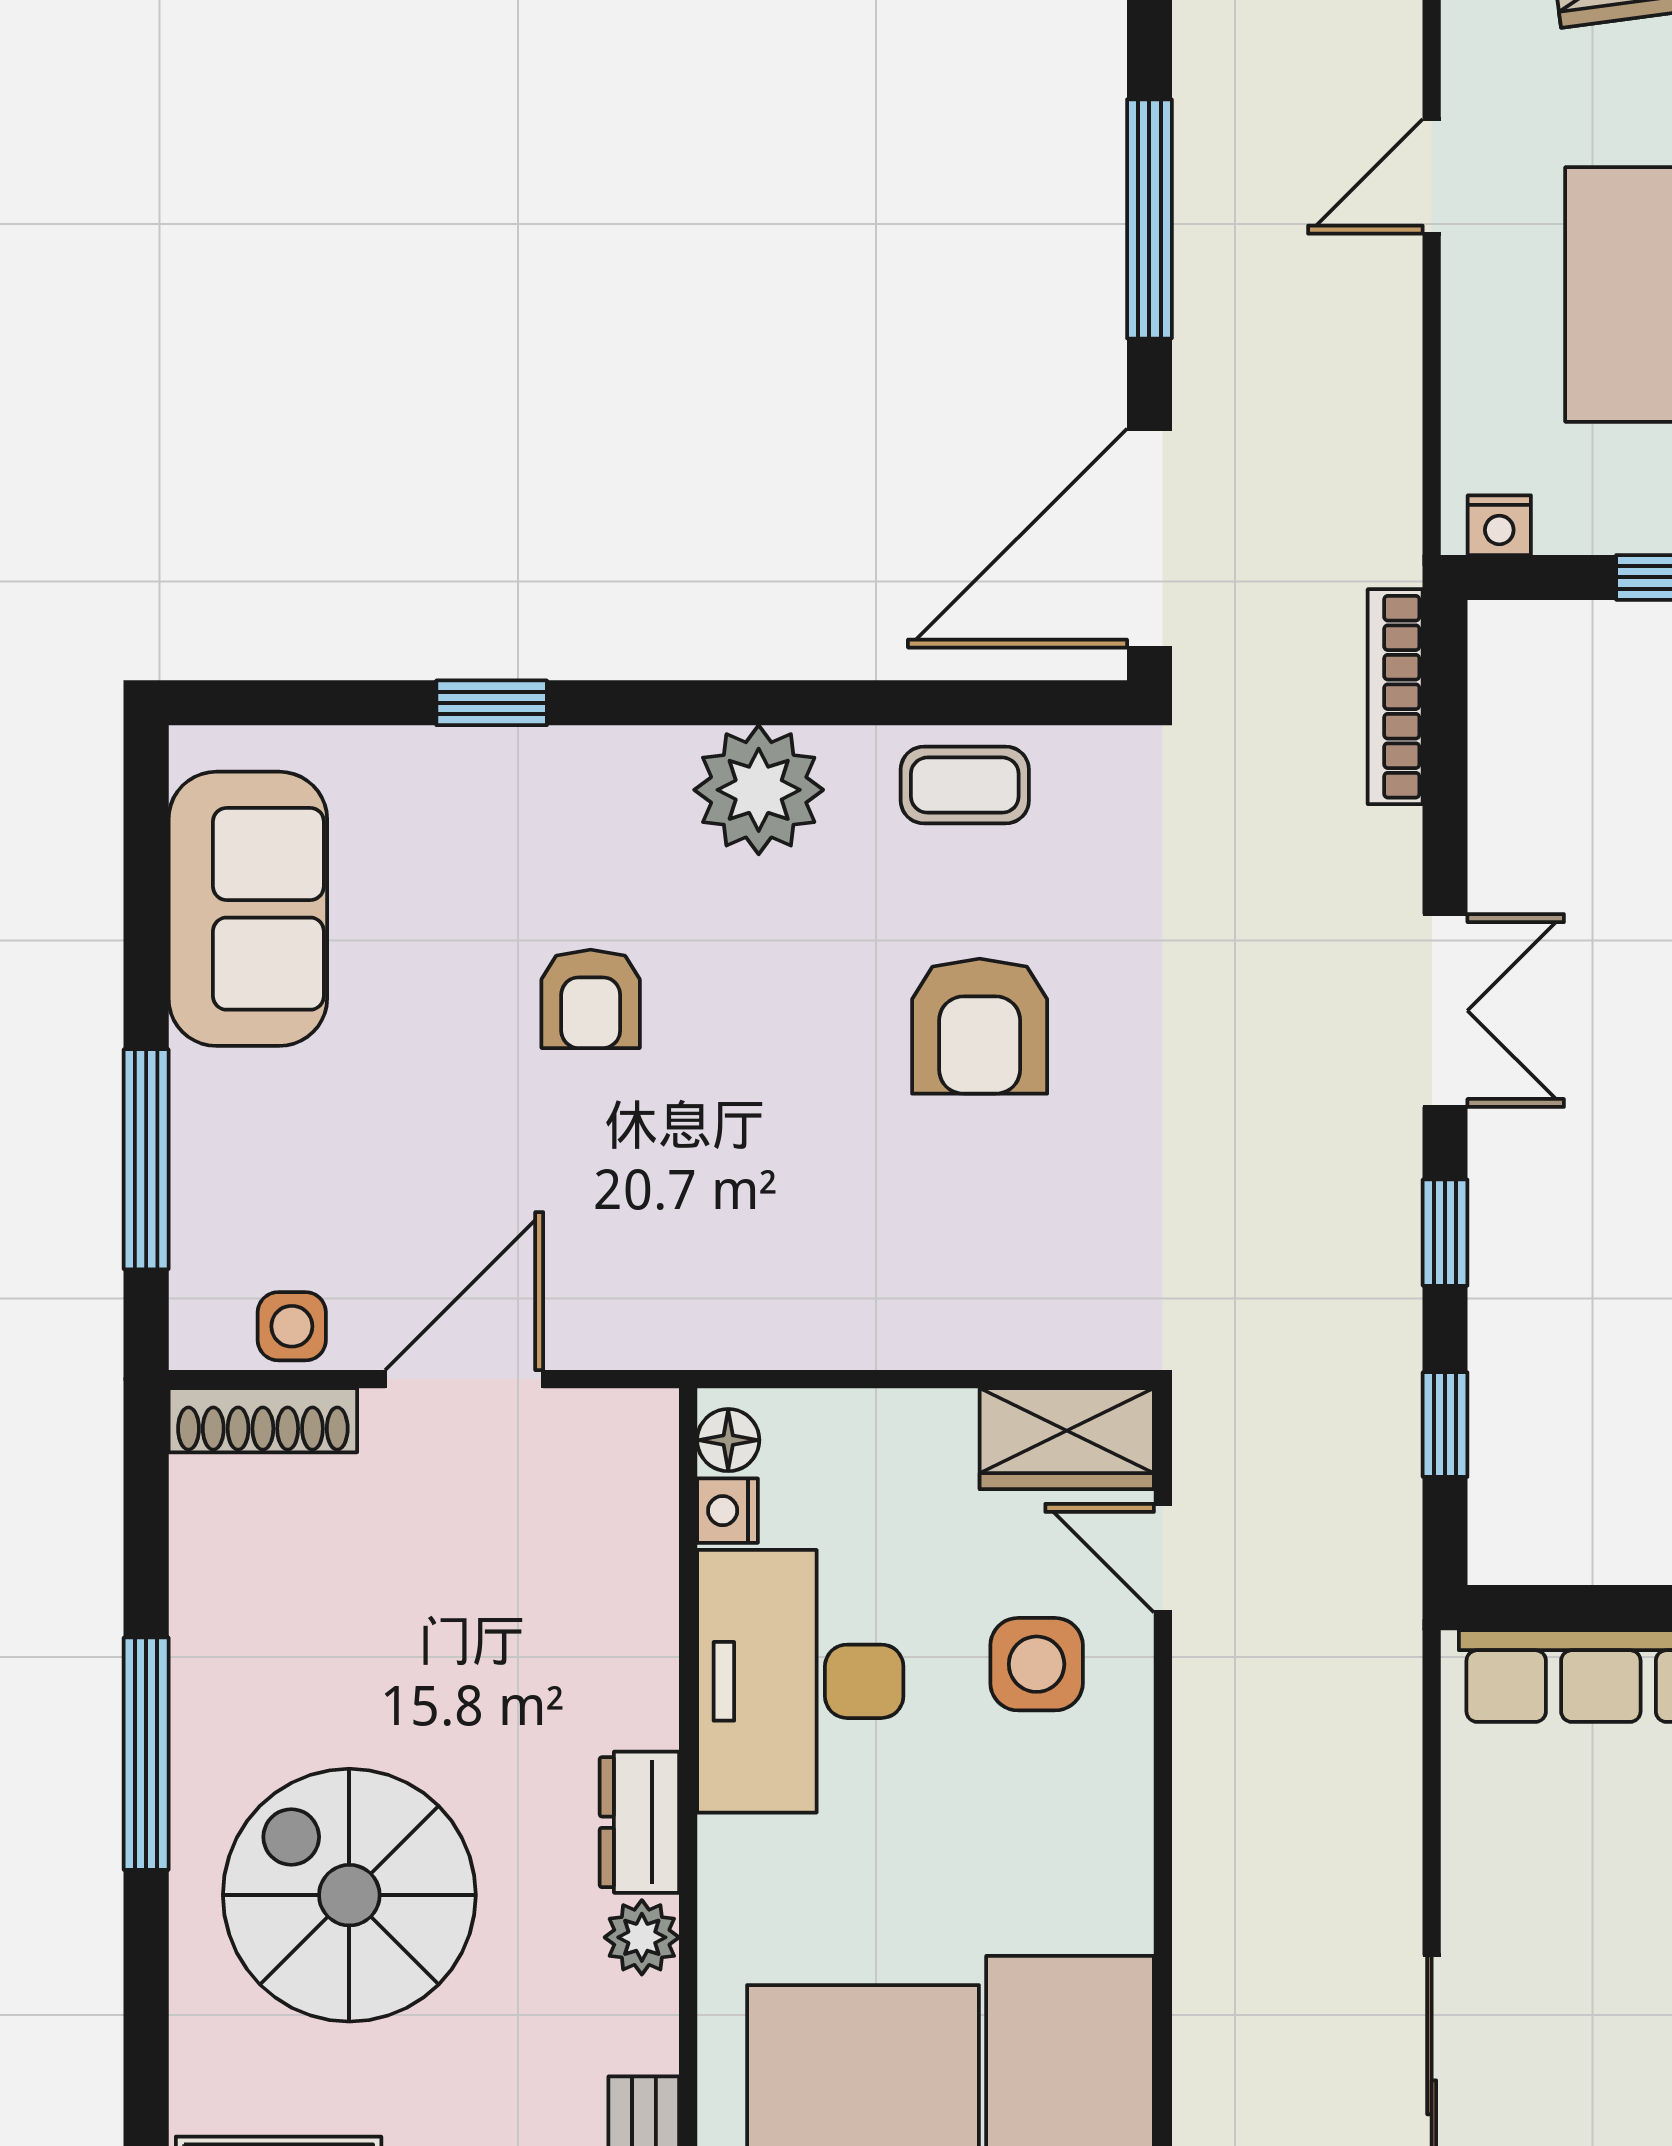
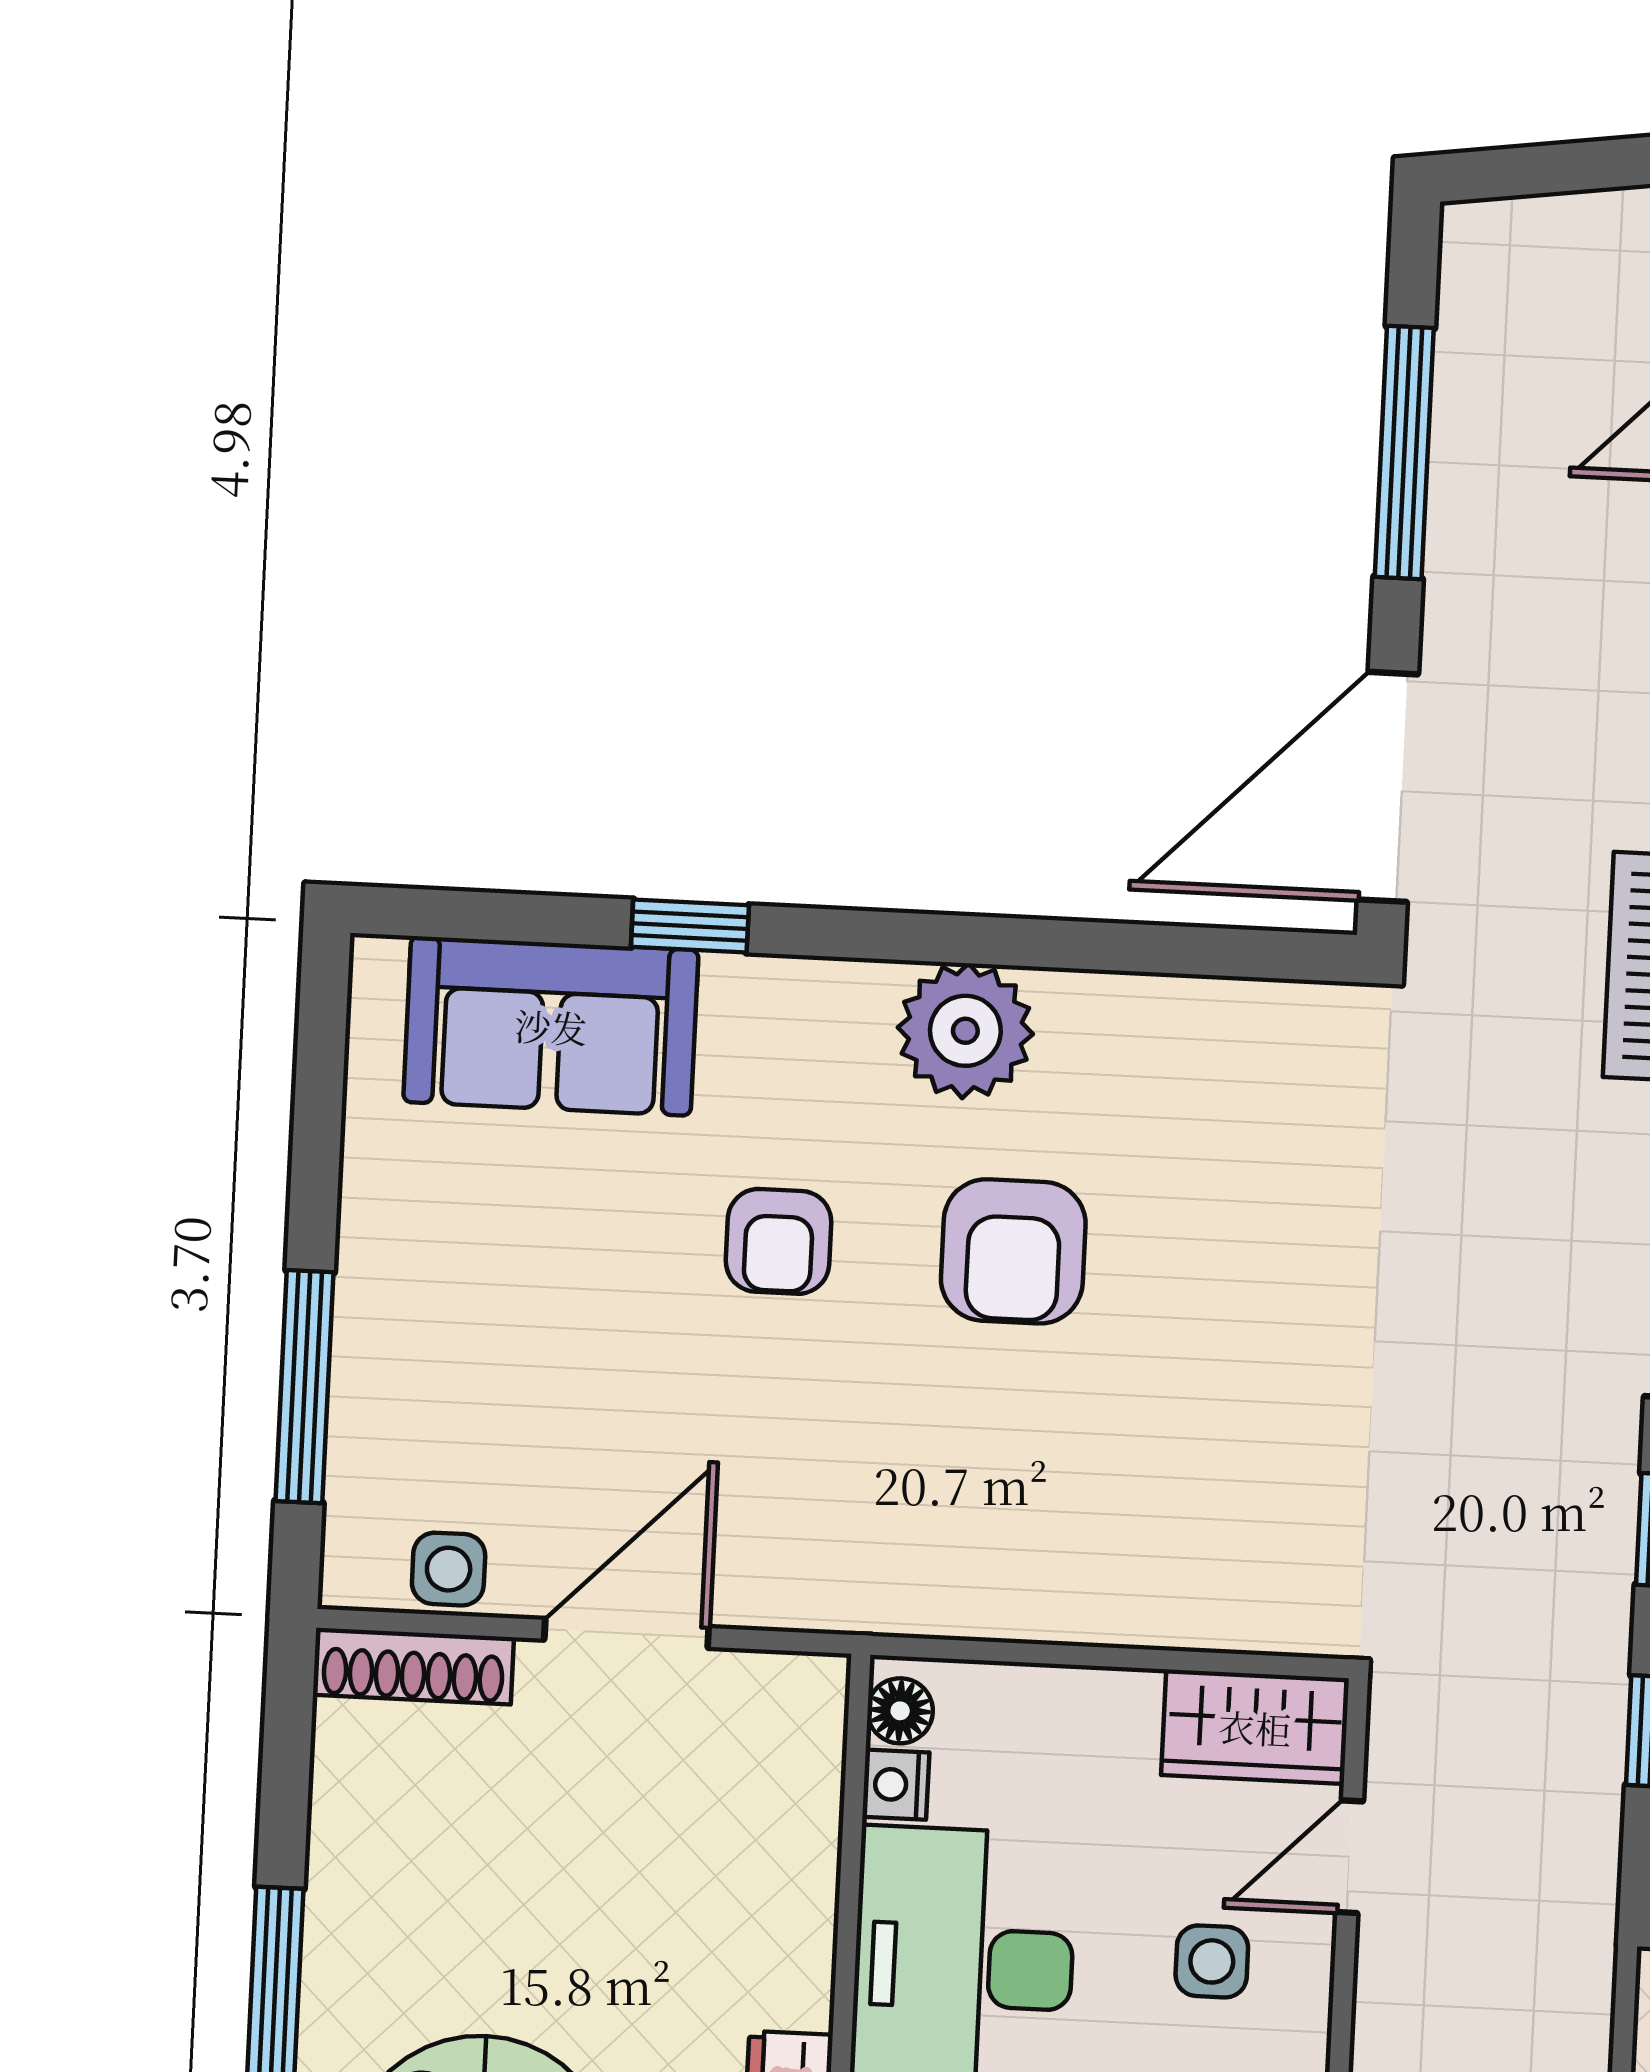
coffee table: (965, 785) -> (1182, 1036), removed
sofa: (248, 909) -> (551, 1026), moved, turned 90
armchair: (980, 1026) -> (1013, 1251), moved
door: (1163, 1558) -> (1350, 1857), hinge flipped
side table: (1037, 1664) -> (1212, 1961), width x0.73, depth x0.73

